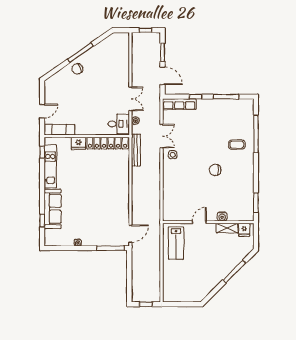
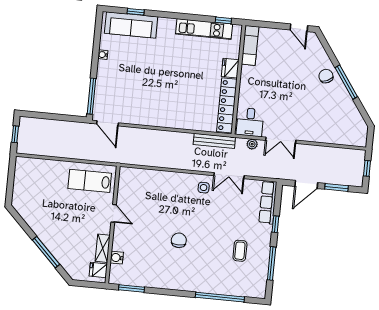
door: (42, 111) -> (299, 28), moved
coffee table: (237, 145) -> (240, 251), moved
sofa: (53, 209) -> (131, 25), moved
water cooler: (222, 216) -> (117, 258), moved

